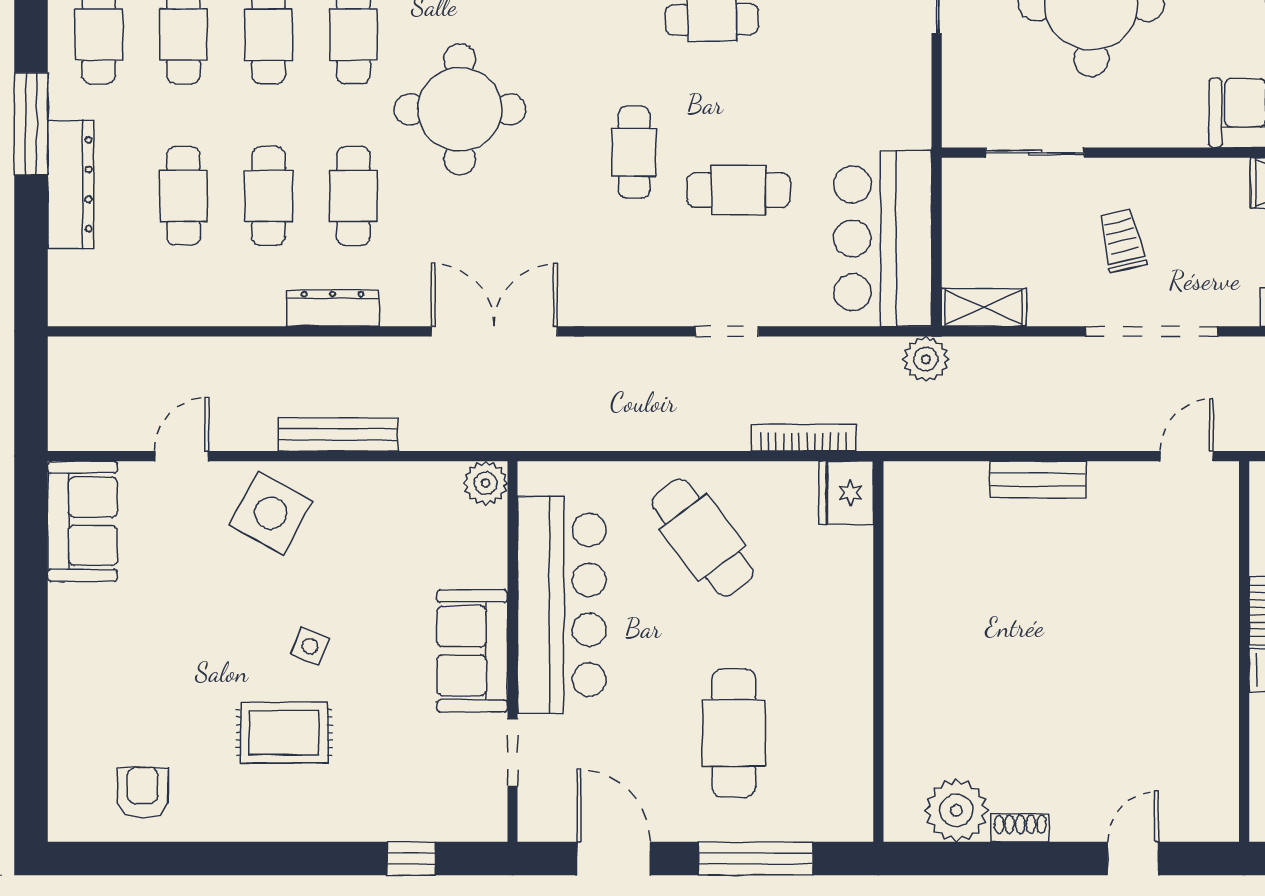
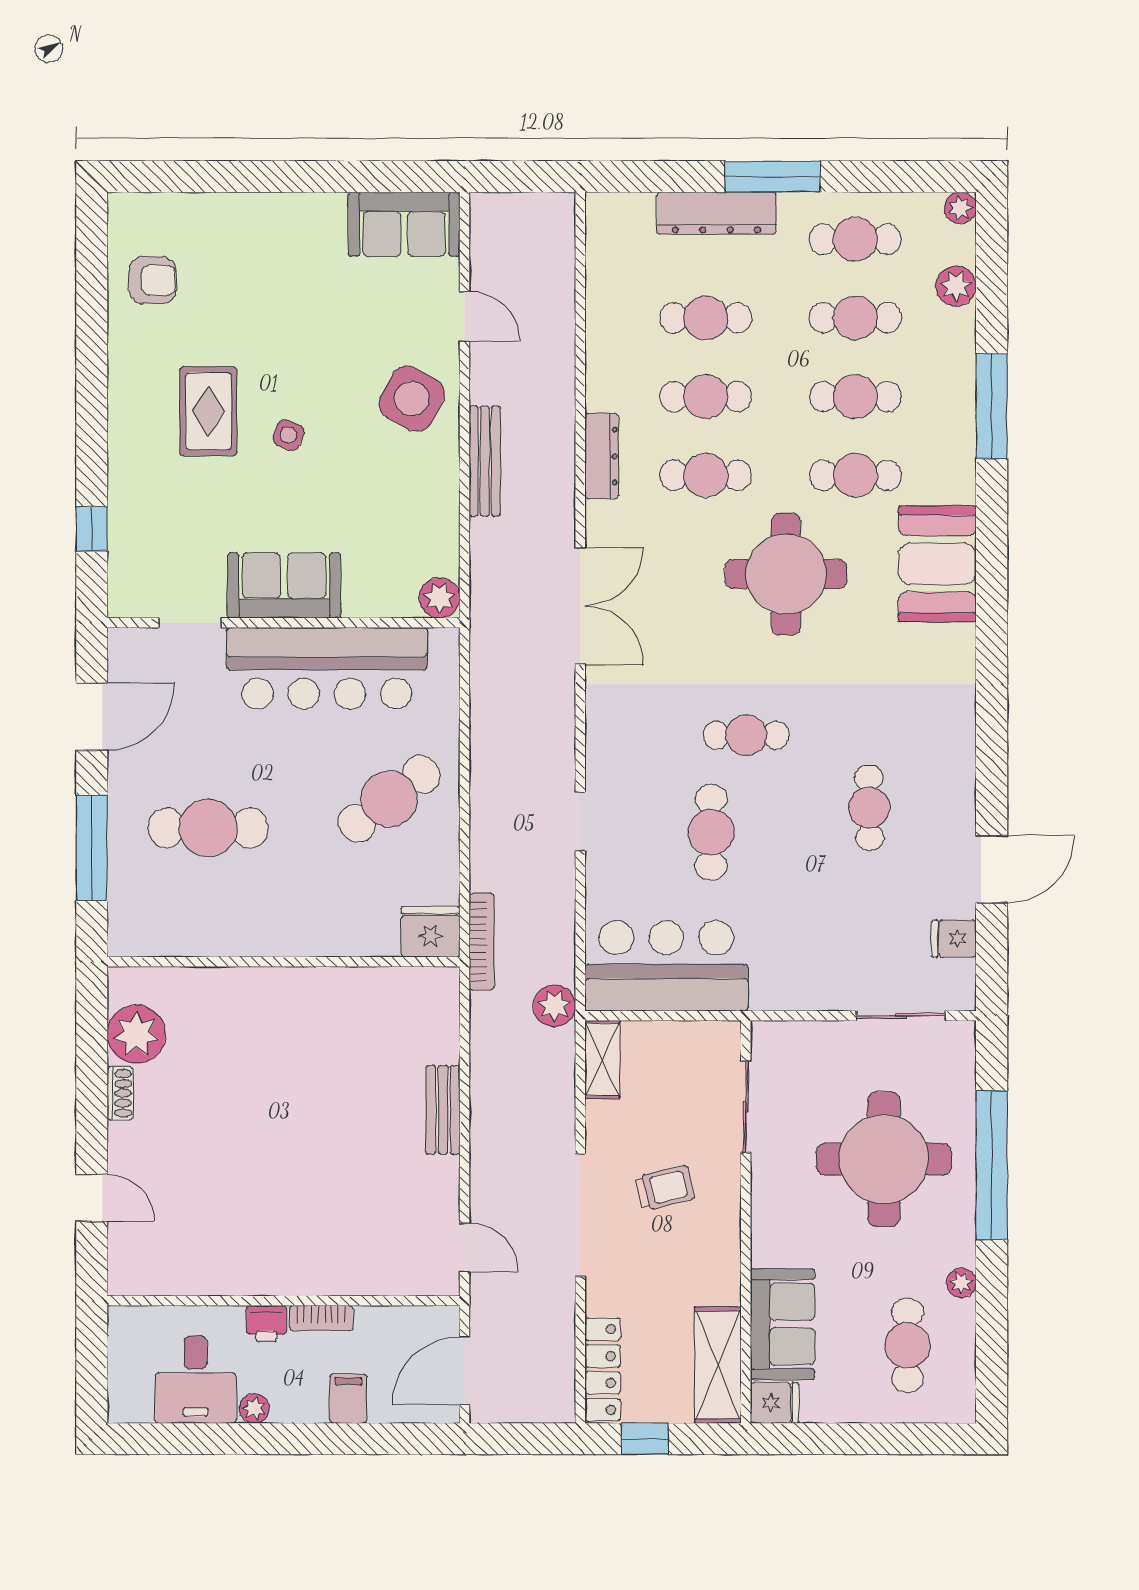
bookcase: (803, 438) -> (482, 942), moved

